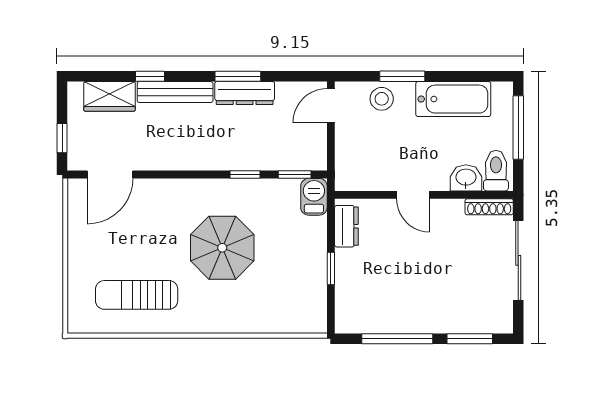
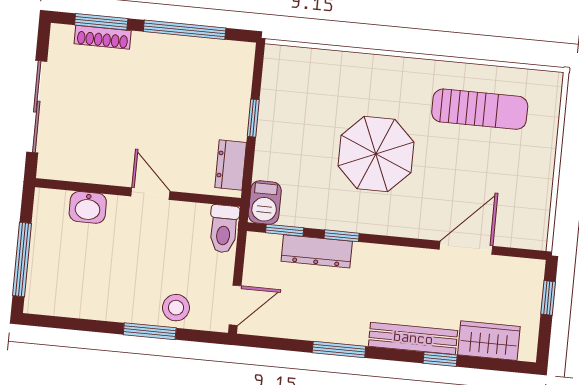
dresser: (245, 93) -> (317, 251), moved, turned 180
bathtub: (453, 99) -> (94, 299), removed
toilet: (496, 171) -> (224, 229), moved
door: (110, 174) -> (466, 248), moved
shoe rack: (489, 207) -> (103, 37), moved, turned 180

